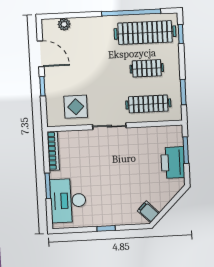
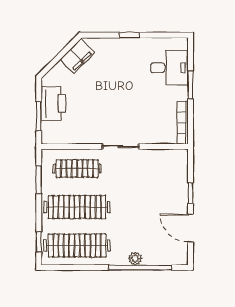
window: (131, 13) -> (140, 268), moved
plant: (64, 24) -> (135, 258), moved
clothes rail: (147, 68) -> (77, 207), width x1.86, depth x1.31
display table: (76, 107) -> (156, 169), removed
desk: (68, 201) -> (169, 68), width x0.73
filing cabinet: (148, 212) -> (77, 56), width x2.00

